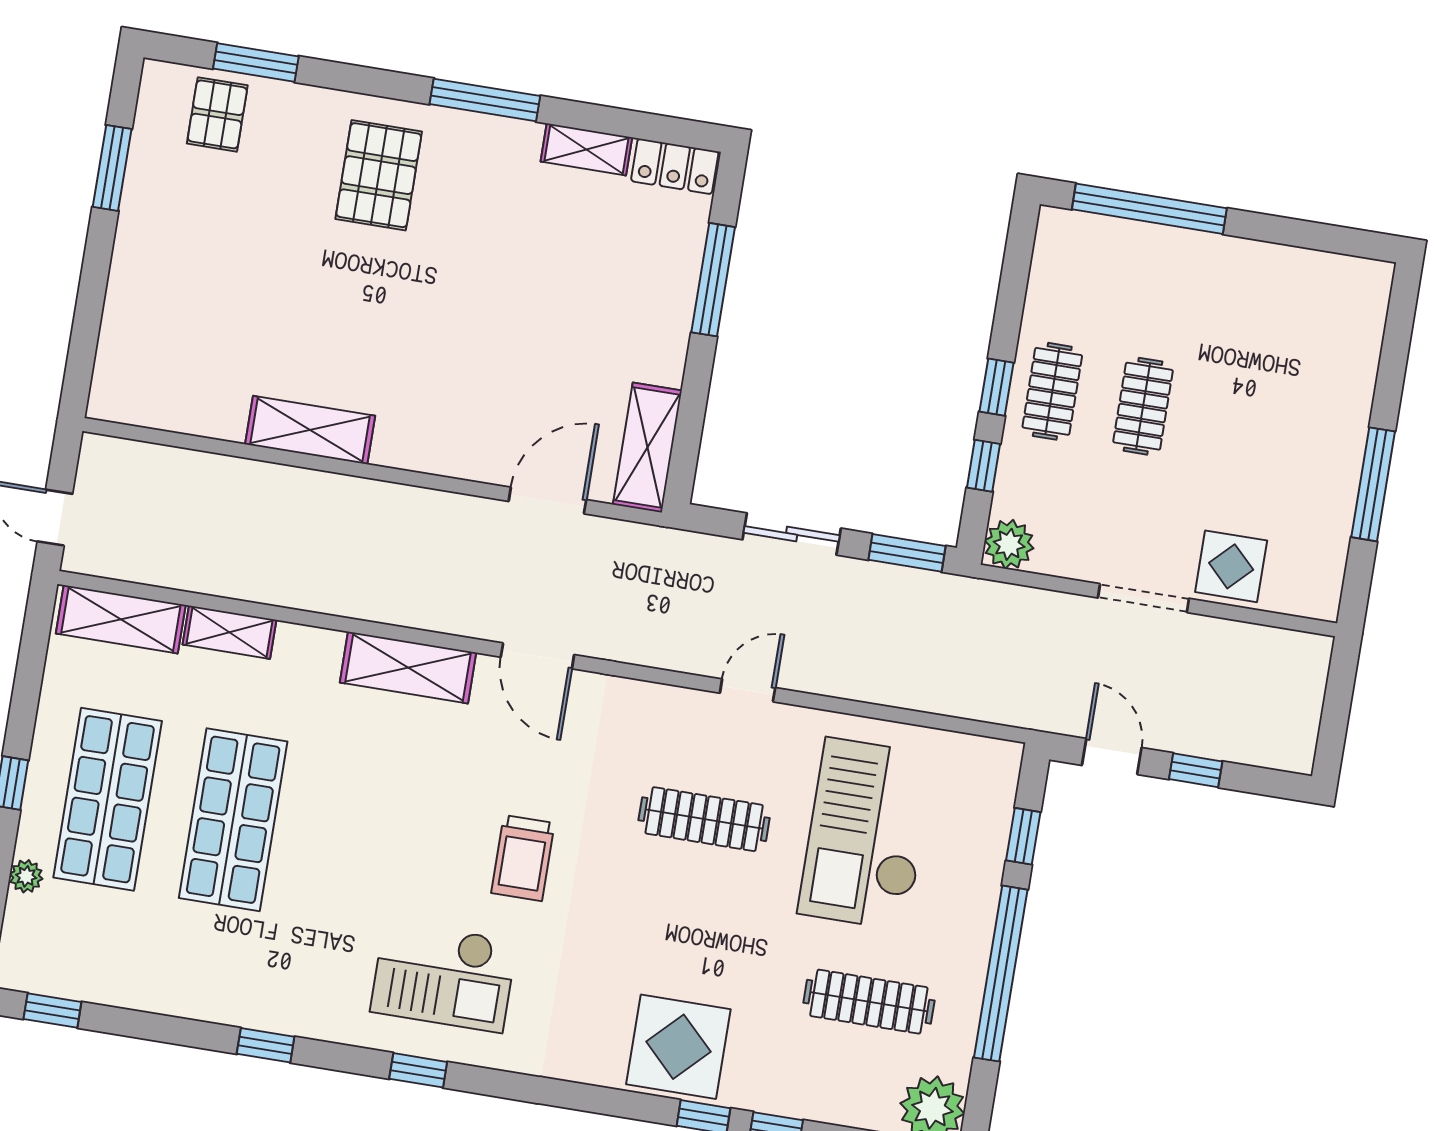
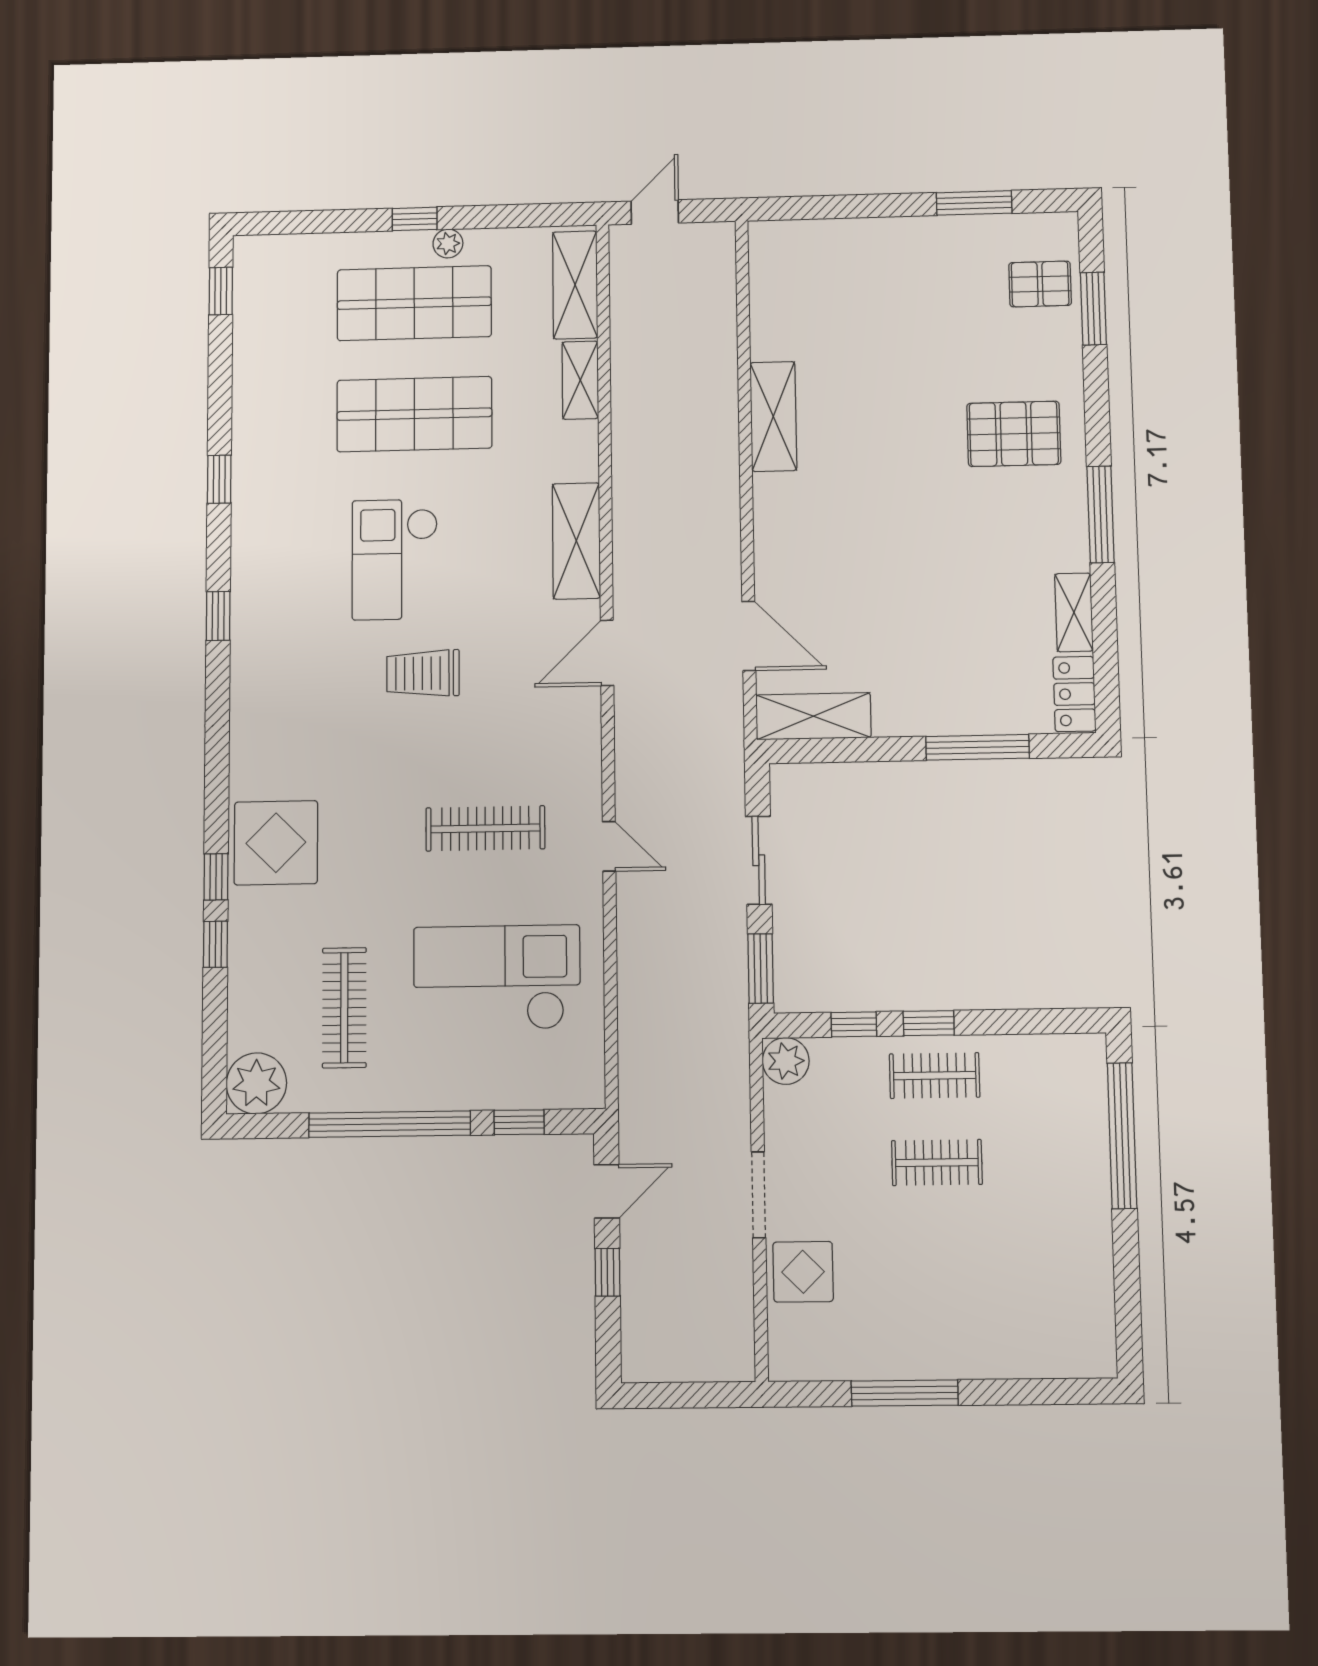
clothes rail: (704, 819) -> (485, 828), turned 90
plant: (26, 876) -> (448, 243), moved
checkout: (444, 976) -> (395, 559), moved

